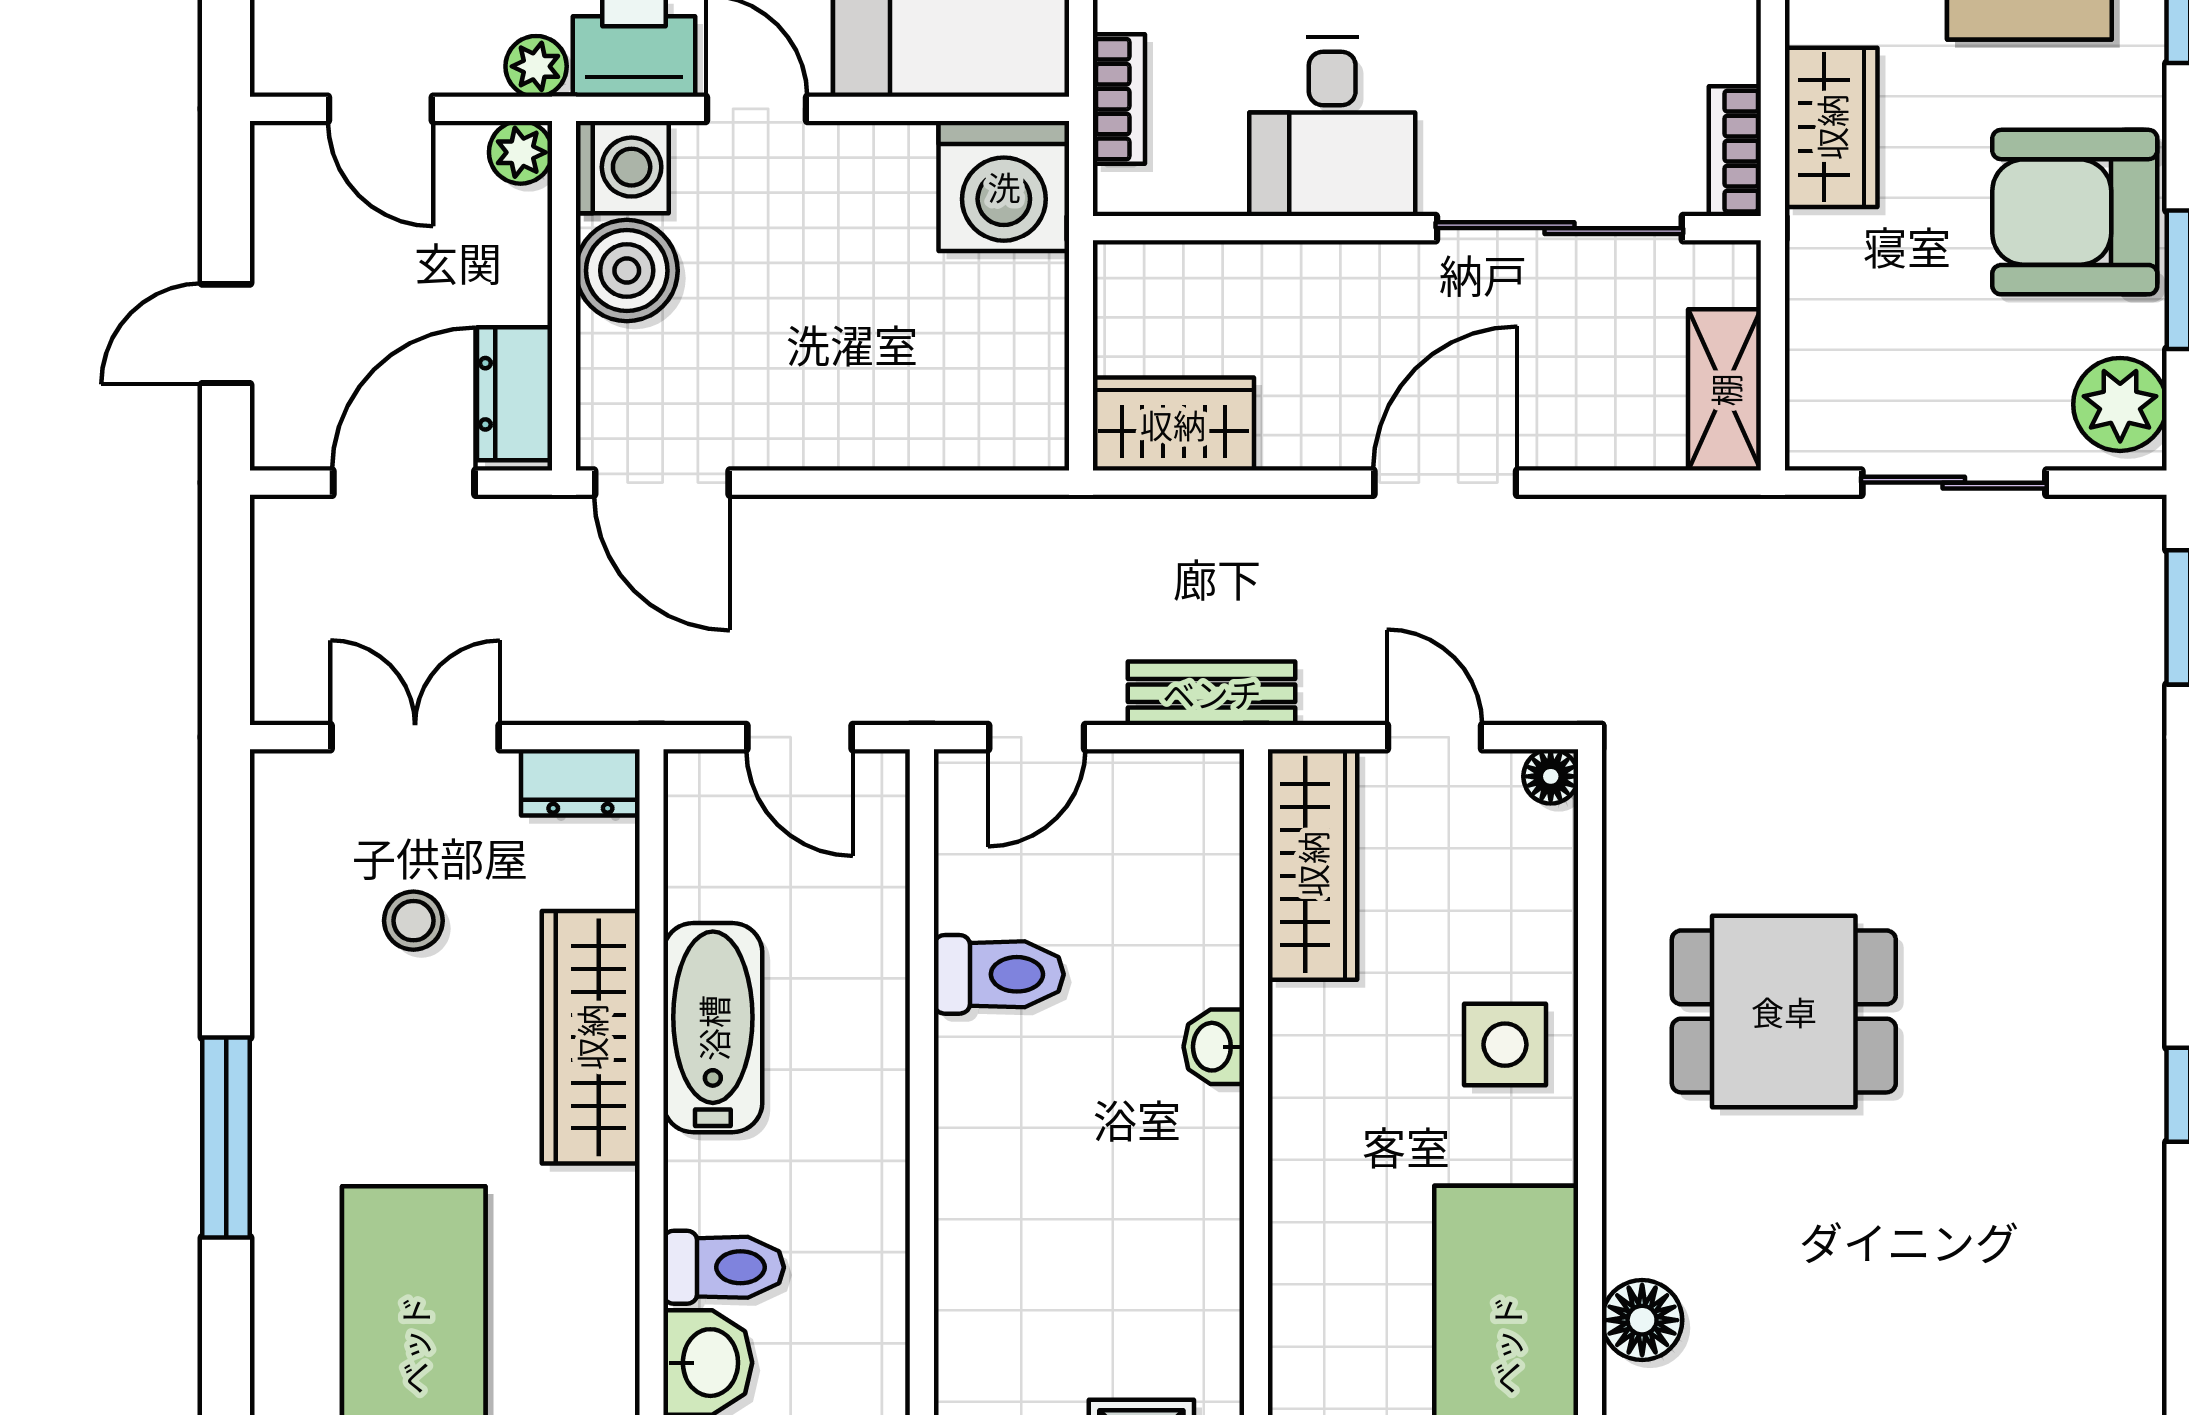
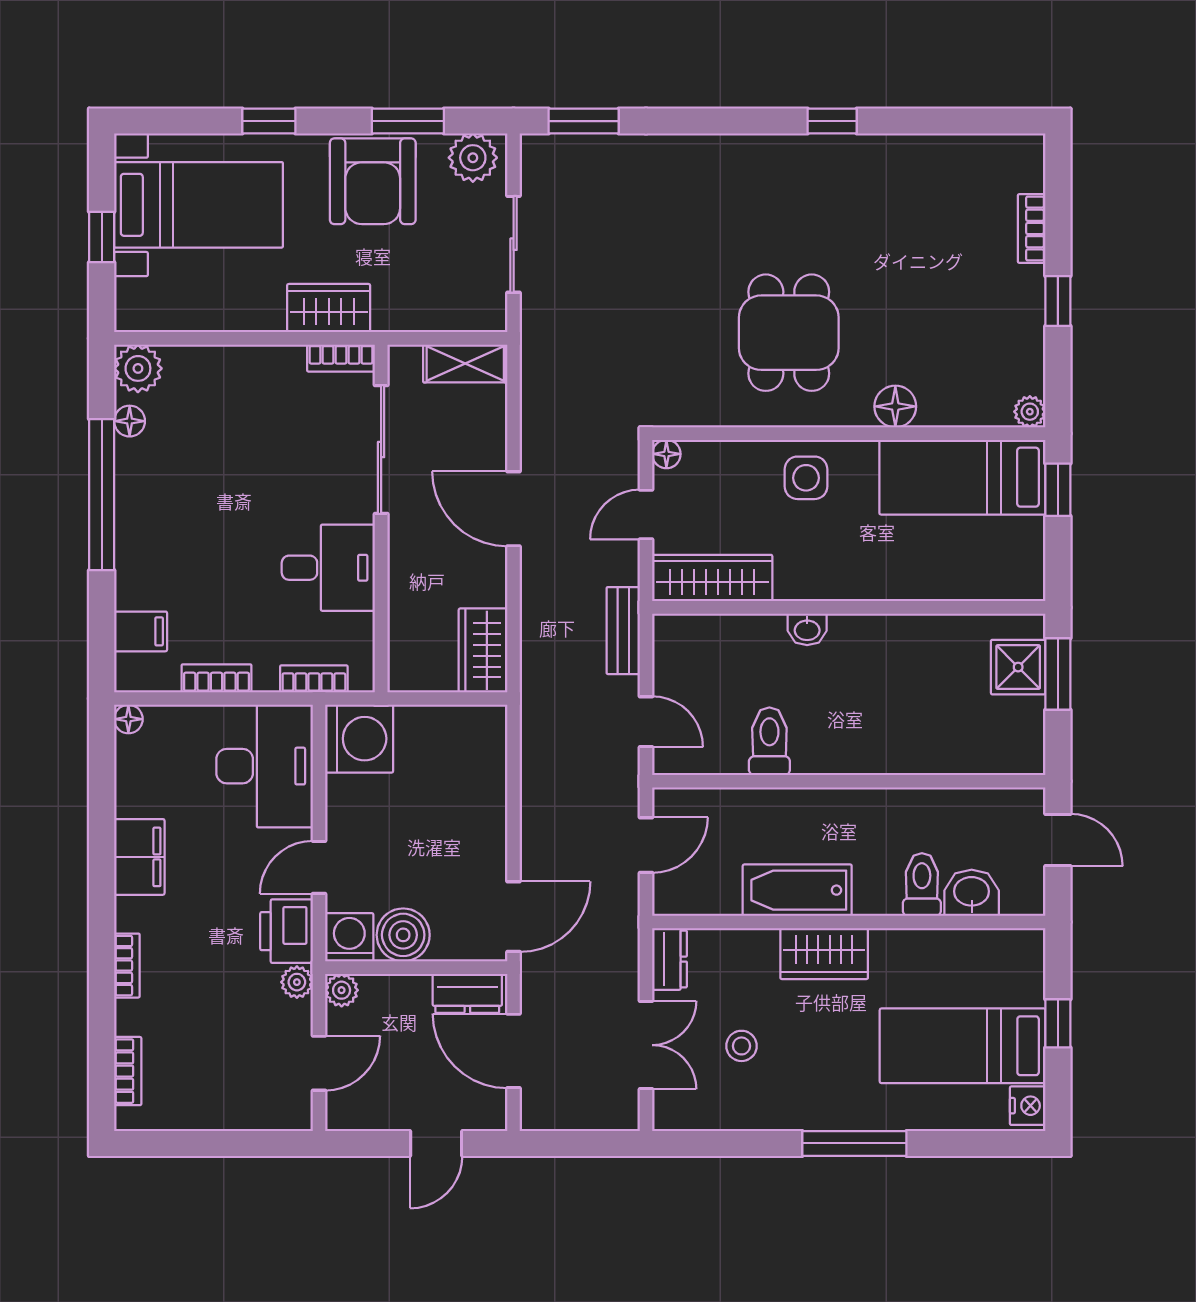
door: (226, 334) -> (436, 1143), hinge flipped
double door: (415, 737) -> (646, 1045), swing flipped
wardrobe: (591, 1037) -> (824, 954), width x0.67
floor lamp: (1642, 1320) -> (895, 406), moved

